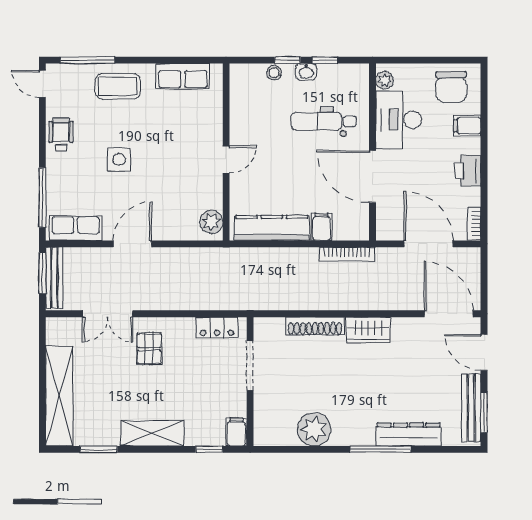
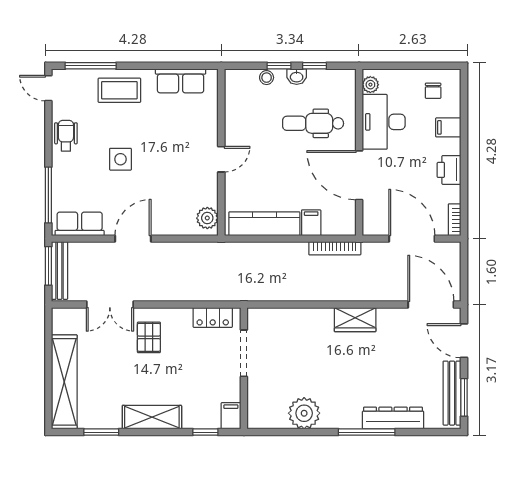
chair: (451, 87) -> (433, 91), width x0.54, depth x0.54
shoe rack: (315, 326) -> (305, 316), removed

